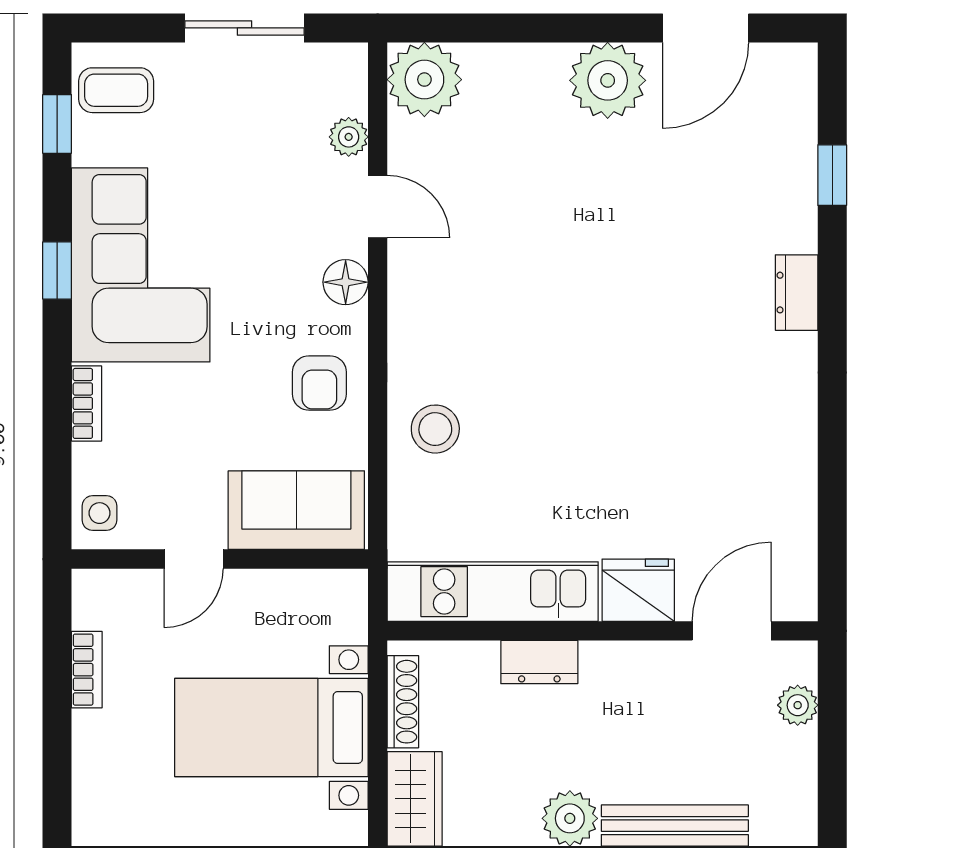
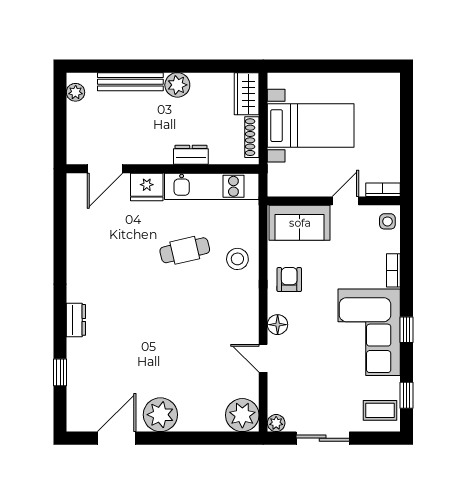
plant: (349, 137) -> (276, 423), moved
cafe table: (553, 448) -> (185, 250), added
bookcase: (87, 670) -> (383, 190), moved, turned 90
plant: (798, 705) -> (76, 92), moved

